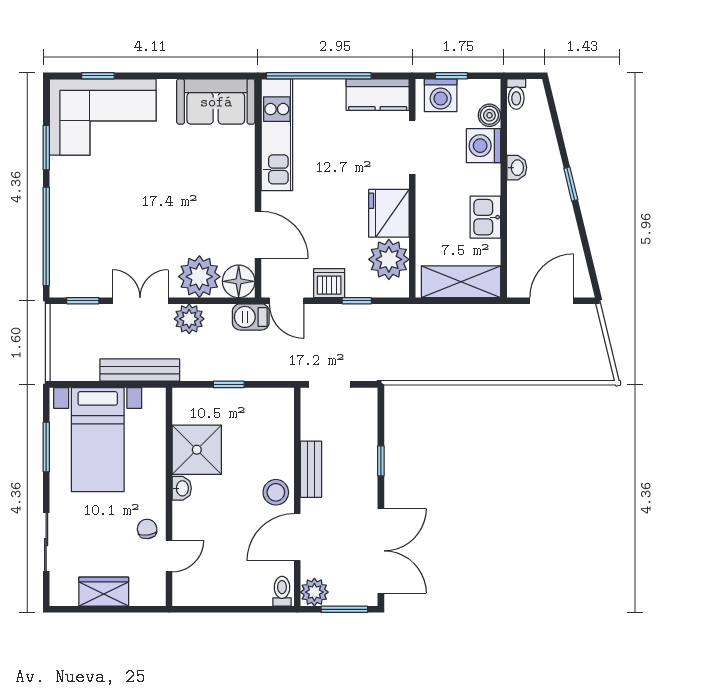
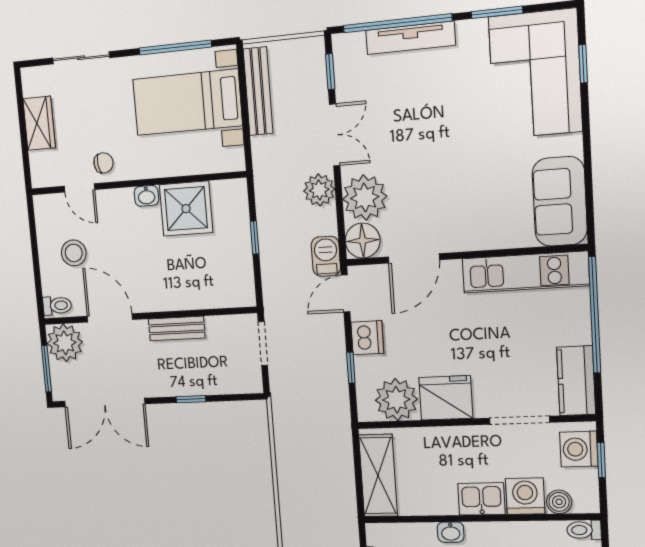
washbasin: (517, 168) -> (451, 532), moved
kitchen sink: (485, 217) -> (481, 499), moved
tv unit: (60, 225) -> (410, 38), added
bench: (140, 370) -> (258, 91), moved
window: (46, 447) -> (175, 47), width x1.44
stool: (276, 492) -> (74, 253), moved
plant: (314, 592) -> (65, 343), width x1.36, depth x1.36

